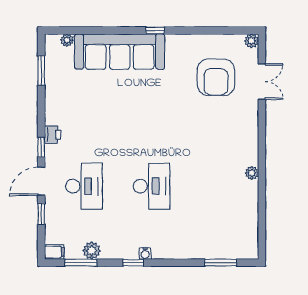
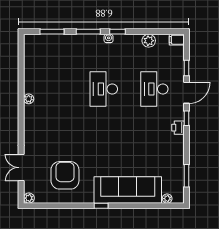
armchair: (216, 77) -> (65, 175), moved
window: (81, 263) -> (88, 32), moved

